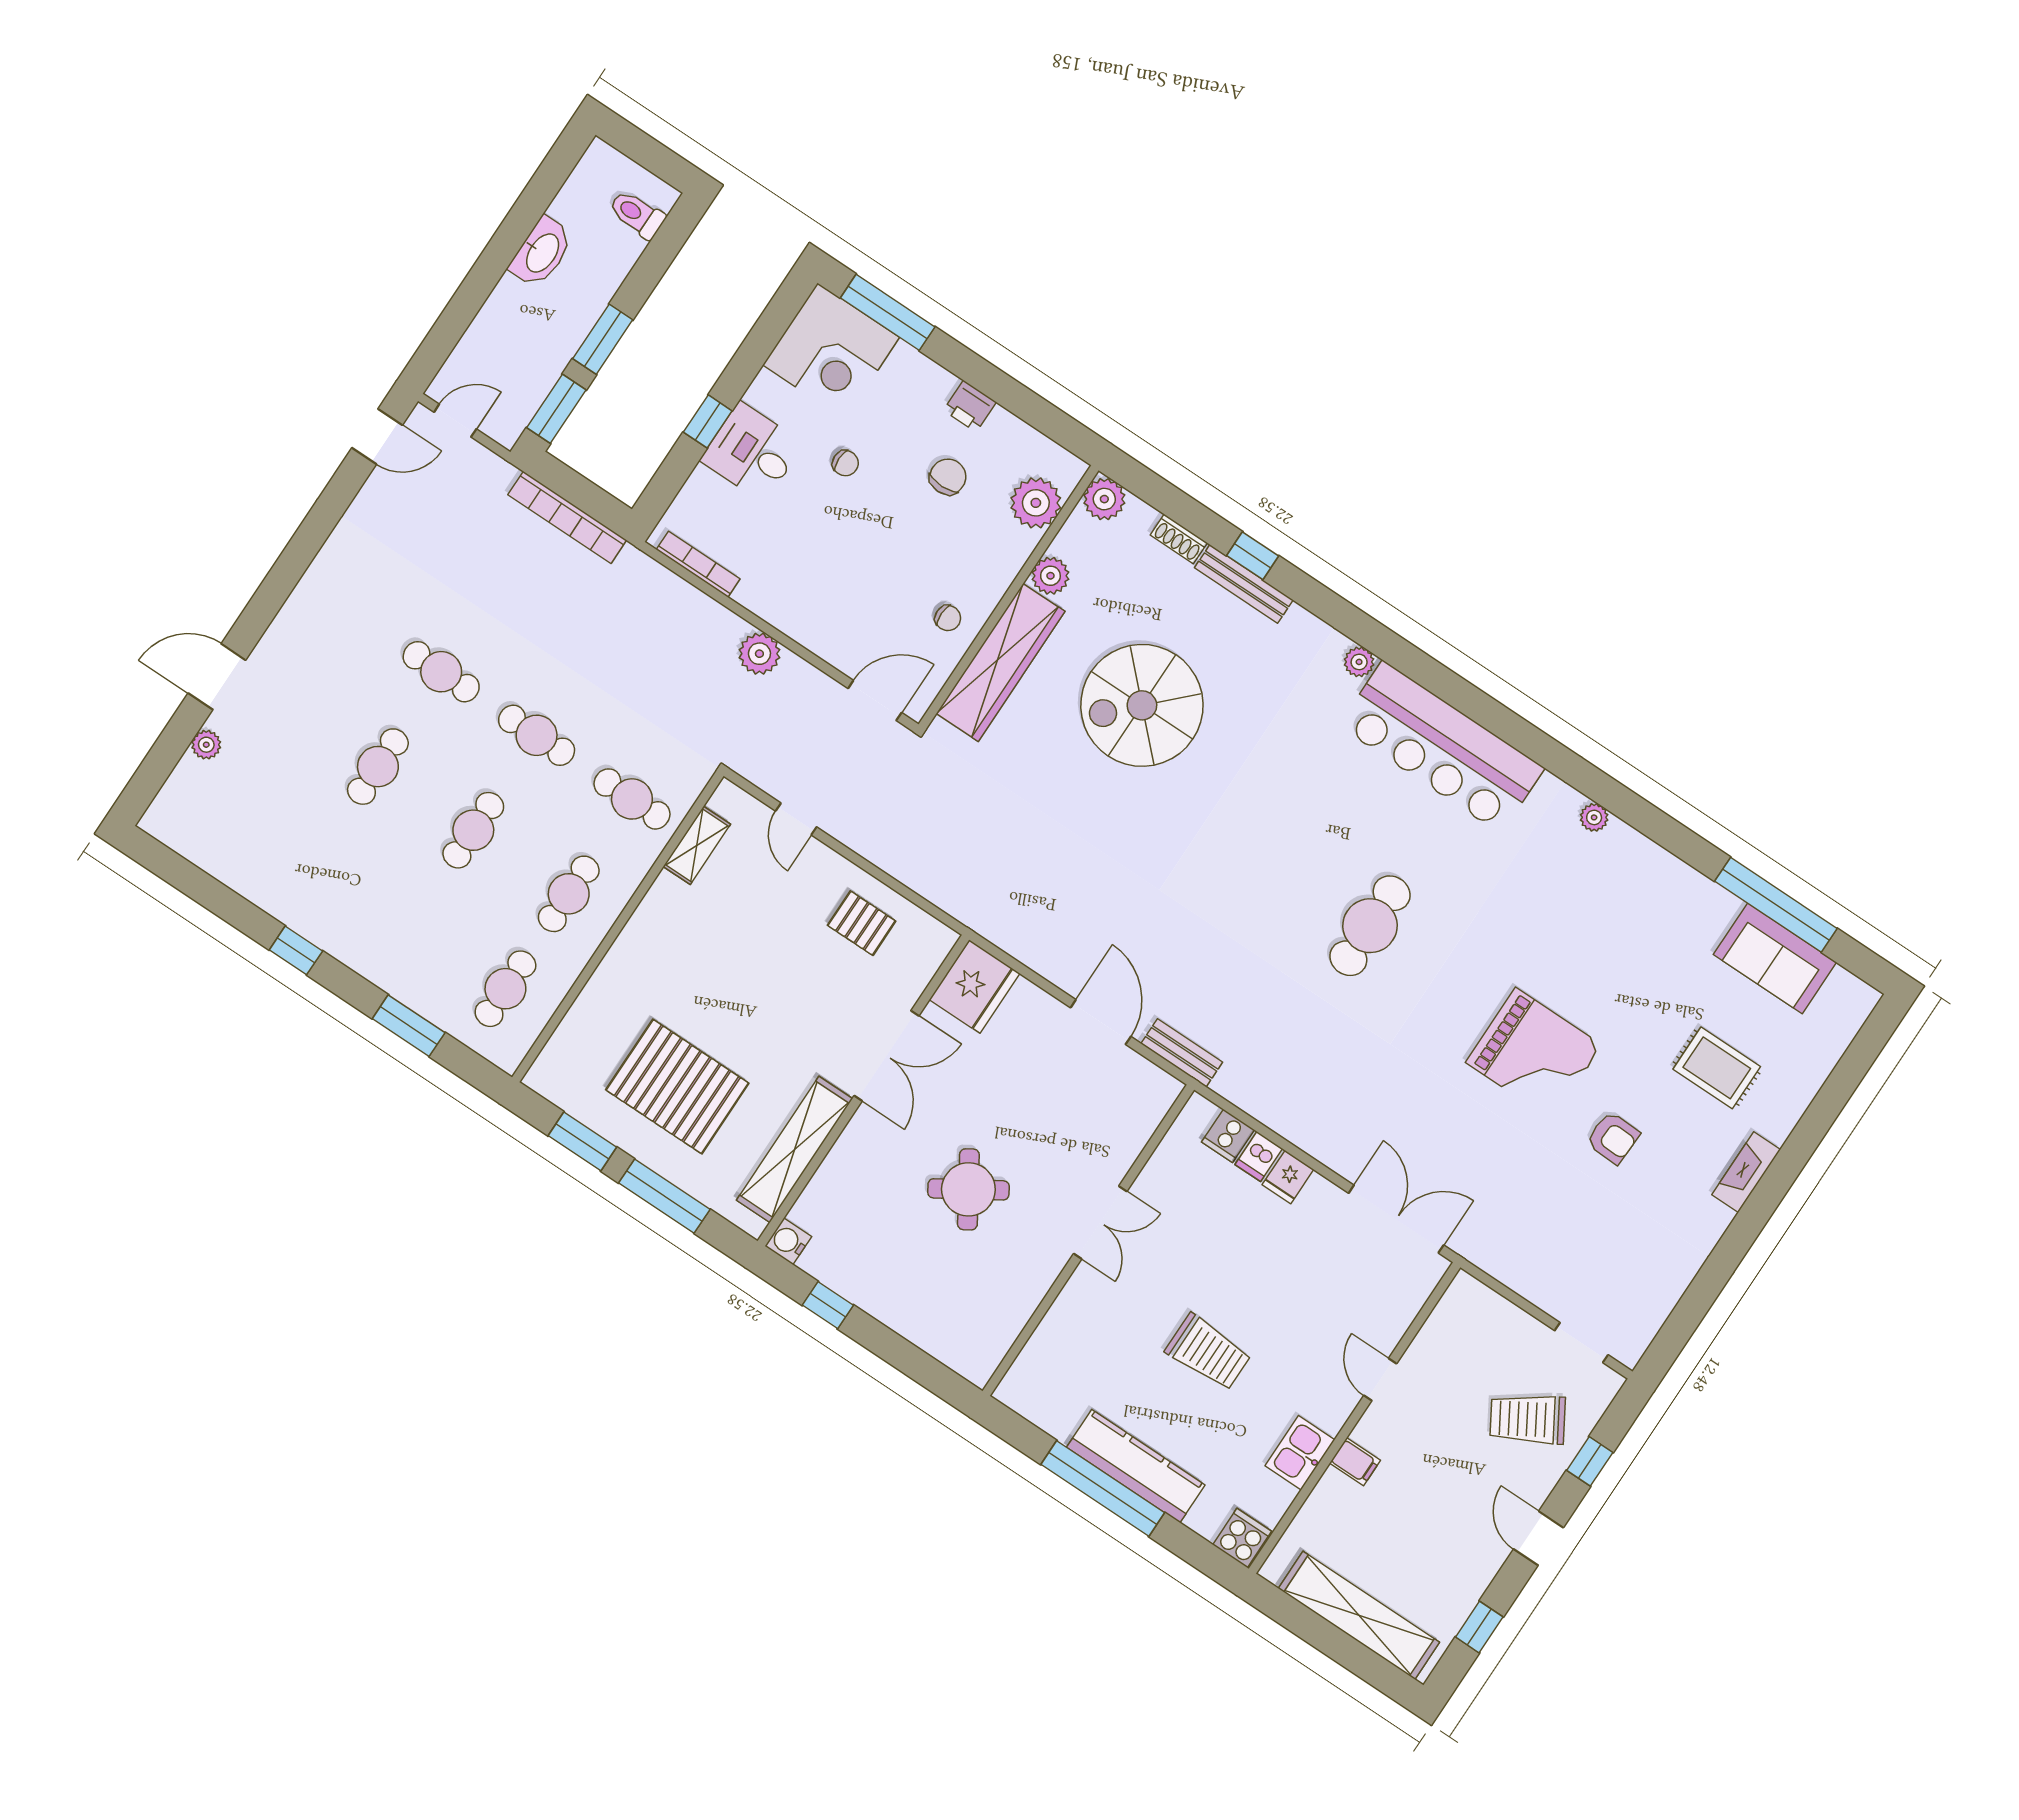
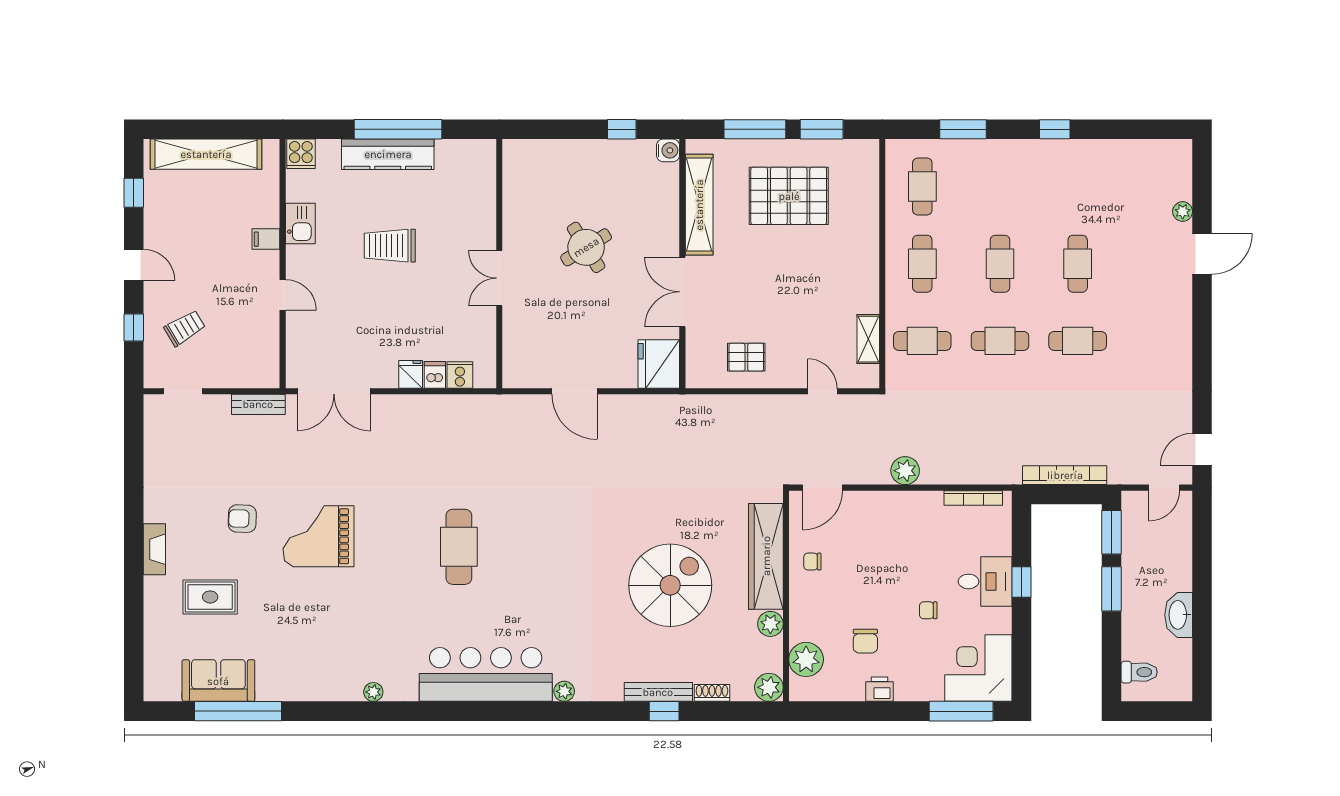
bench: (1182, 1053) -> (258, 404), moved
trolley: (1528, 1419) -> (185, 328), width x0.73, depth x0.72

